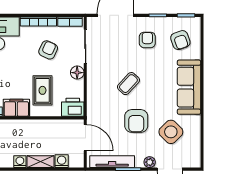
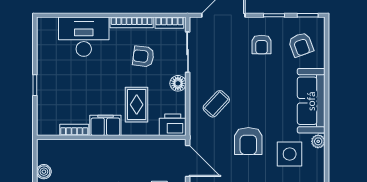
armchair: (147, 40) -> (262, 45), turned 180
armchair: (48, 50) -> (143, 56), turned -108
coffee table: (128, 84) -> (216, 104), moved
plant: (195, 121) -> (318, 141), added
side table: (171, 132) -> (290, 154), turned 45

